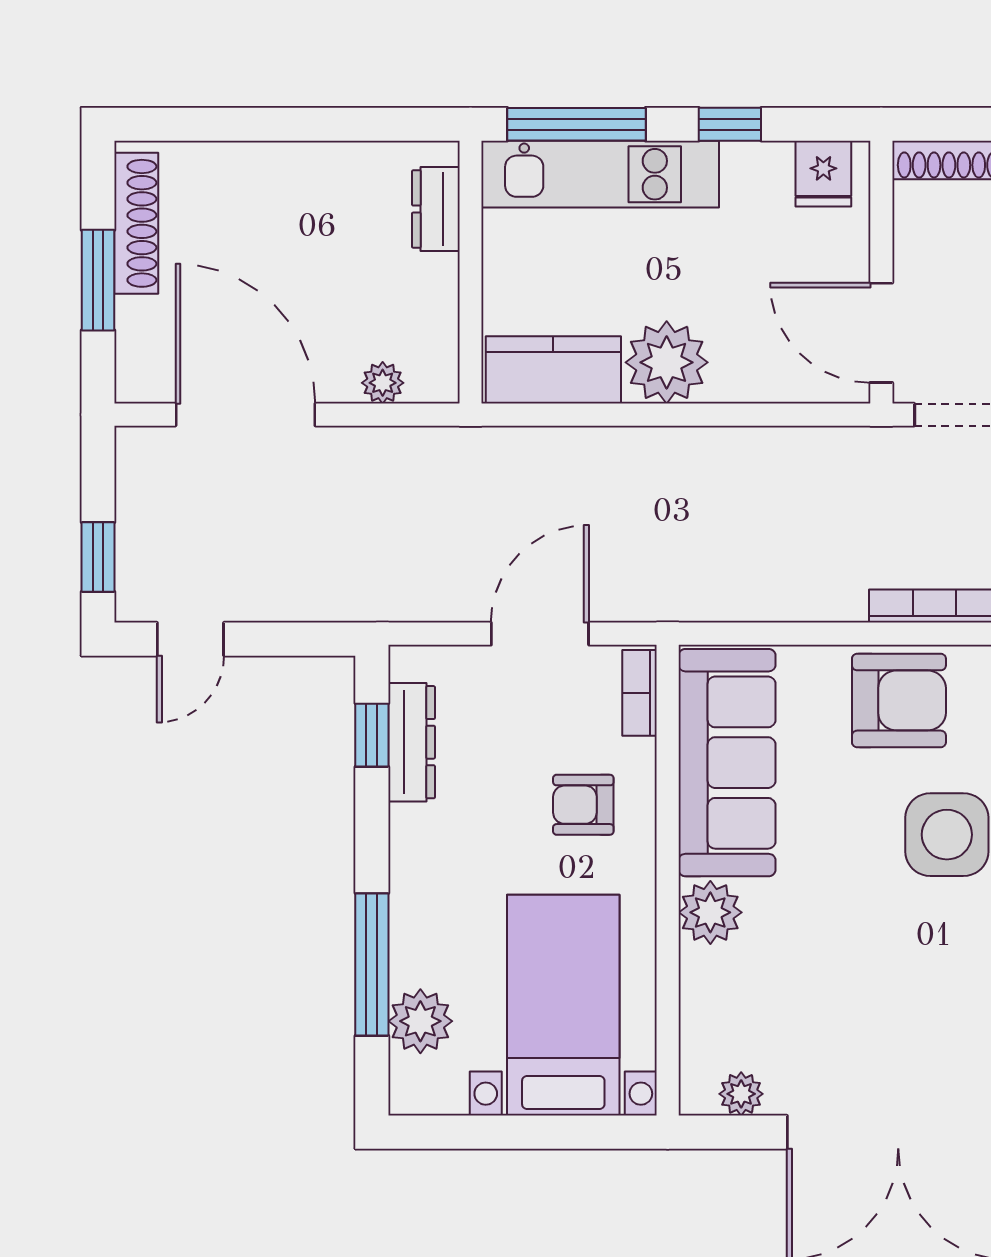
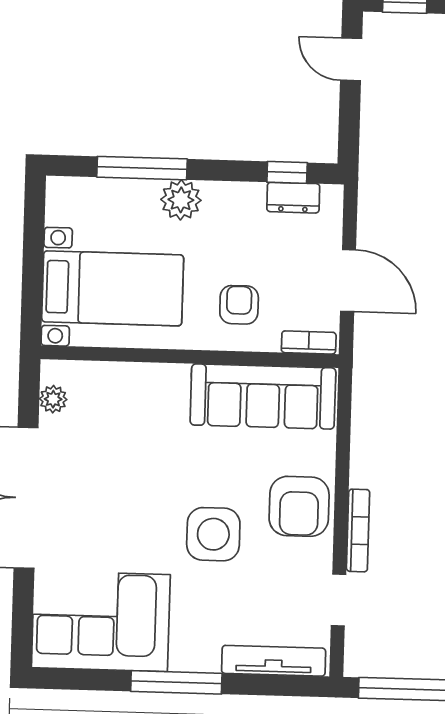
dresser: (412, 742) -> (293, 198), width x0.70
plant: (710, 912) -> (168, 383), removed
plant: (420, 1021) -> (181, 200), moved

